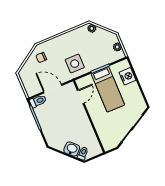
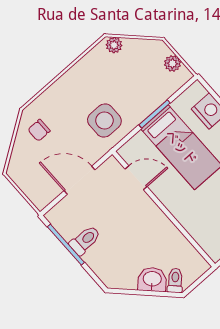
door: (81, 97) -> (136, 178), hinge flipped
toilet: (38, 101) -> (85, 240), moved

